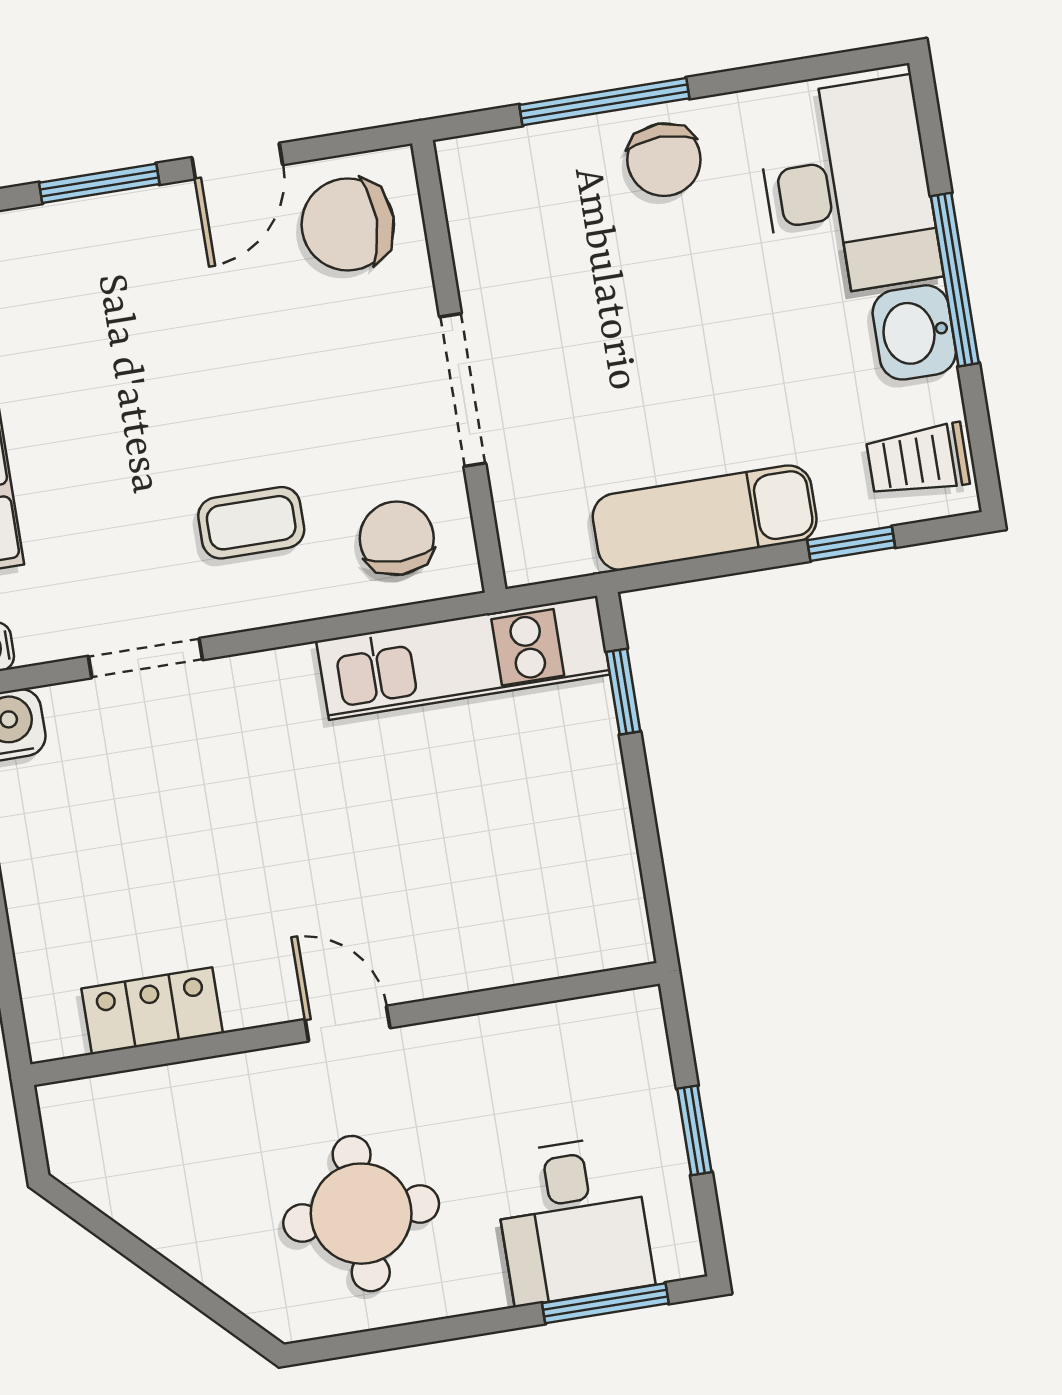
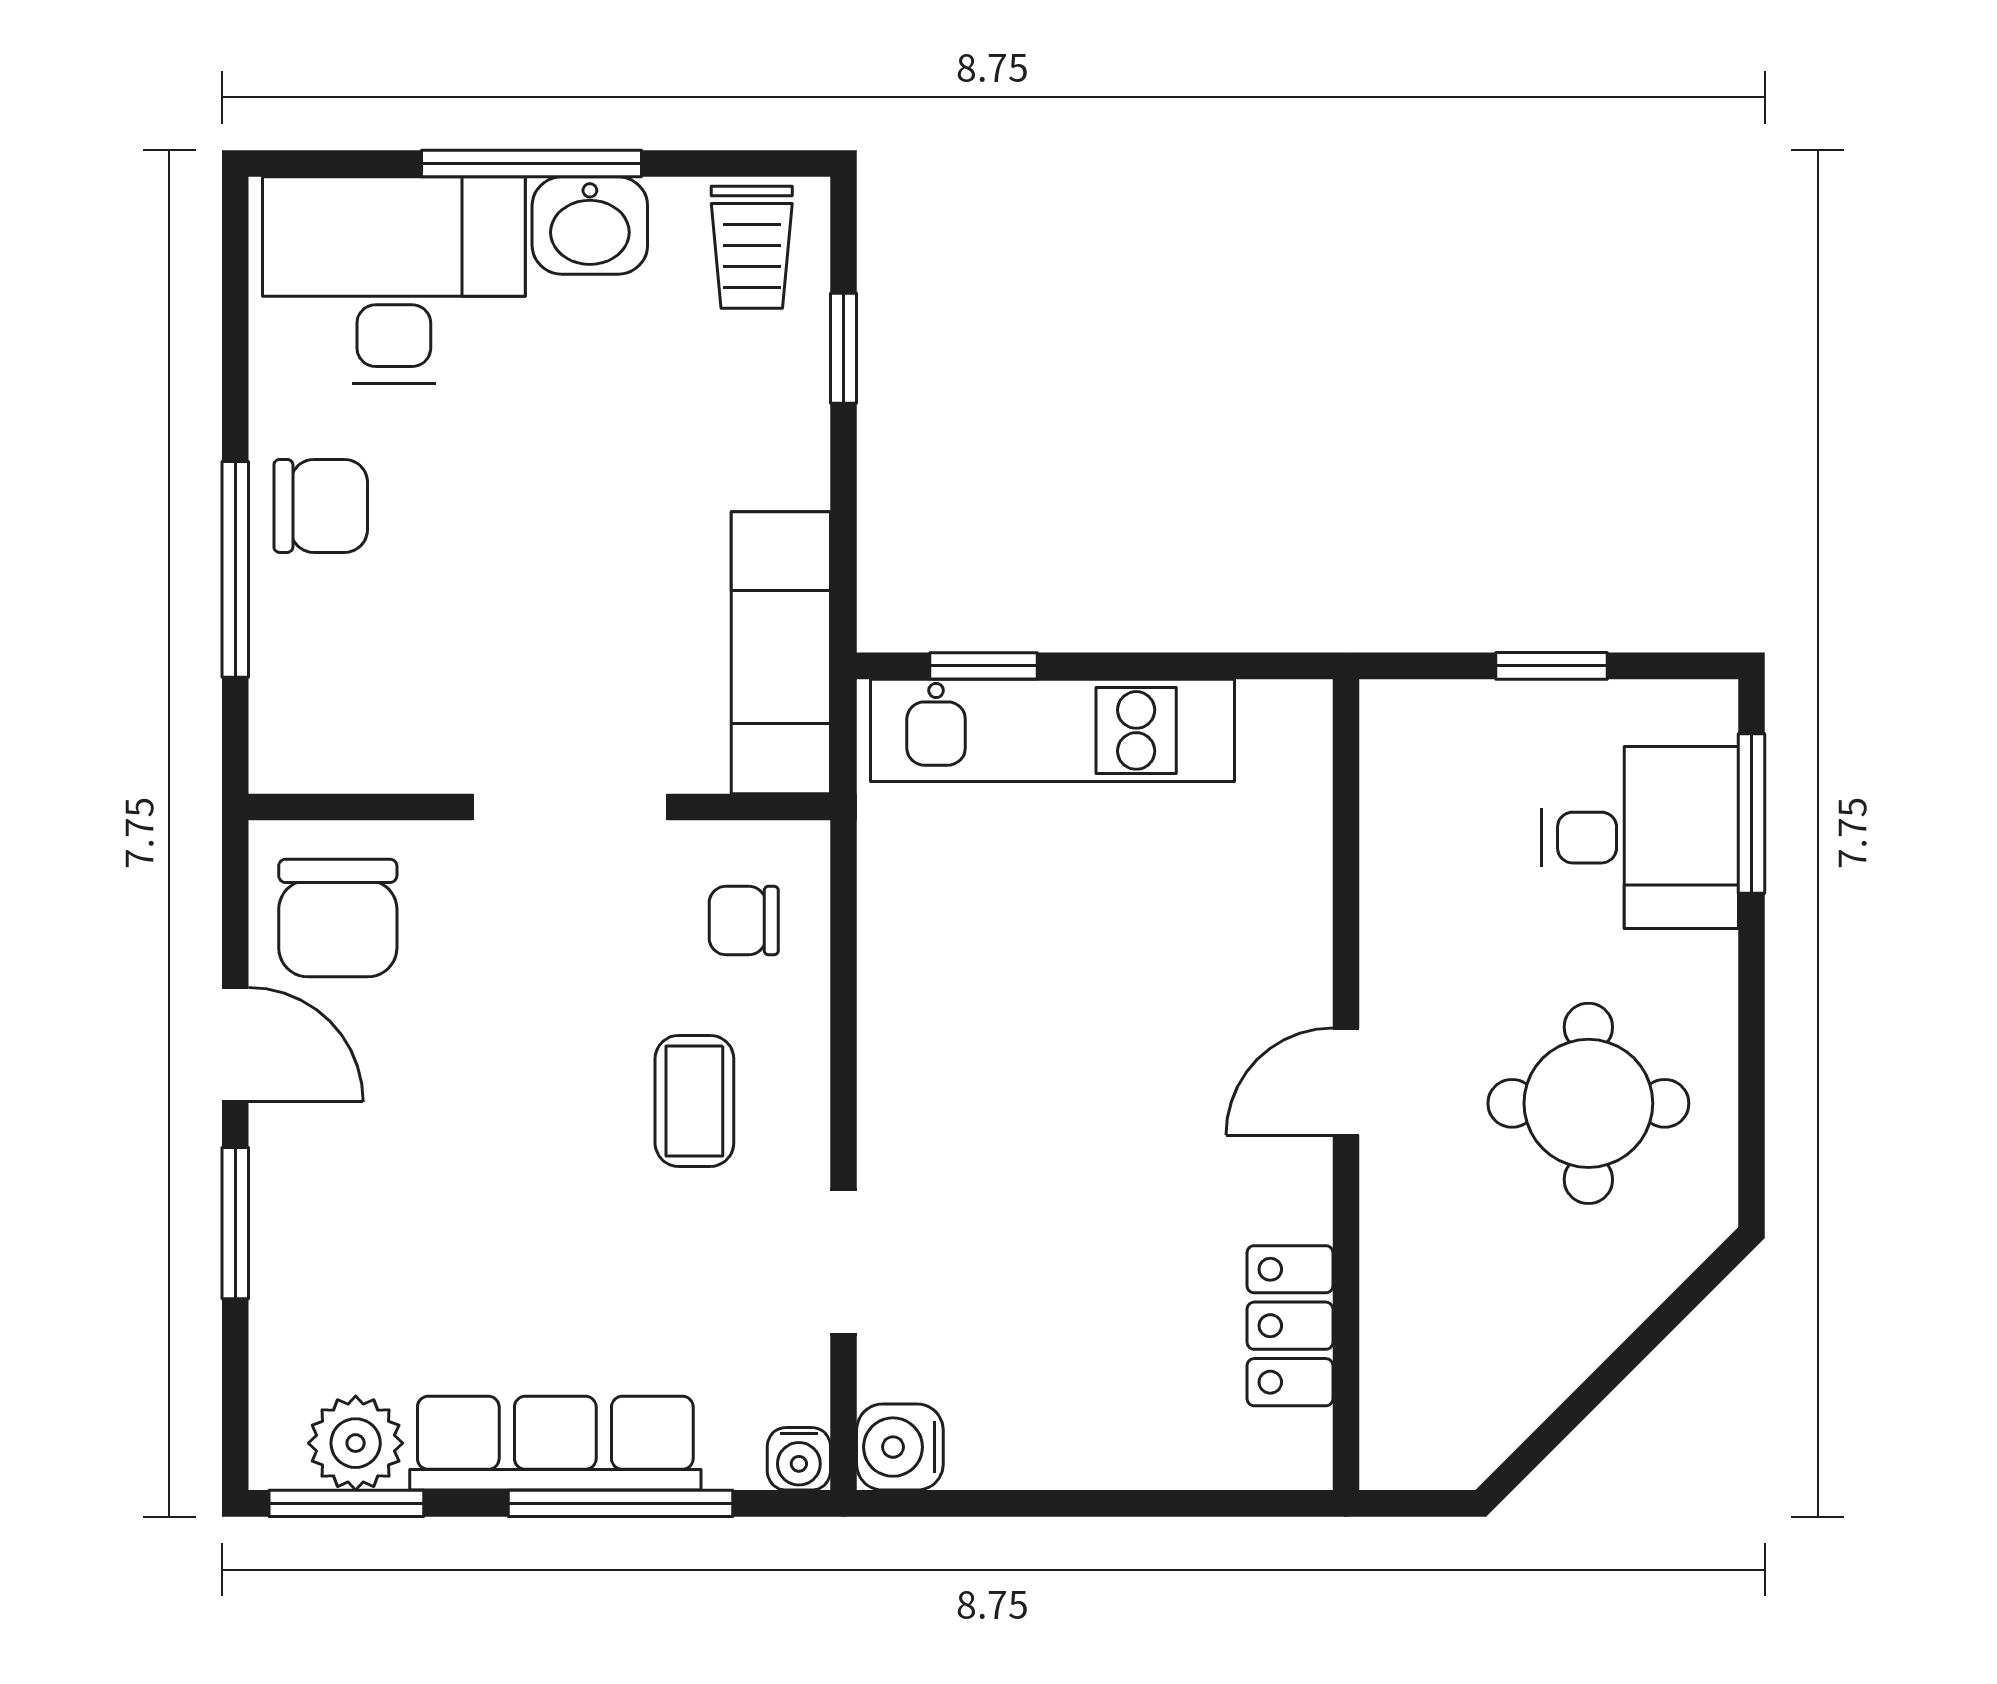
exam couch: (705, 518) -> (781, 653), moved
chair: (397, 538) -> (744, 920), width x0.73, depth x0.73
kitchen unit: (463, 658) -> (1052, 730), moved, turned 90

